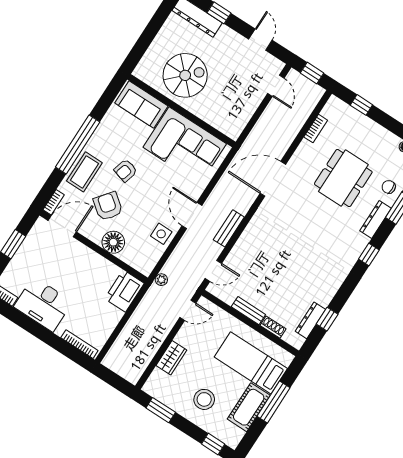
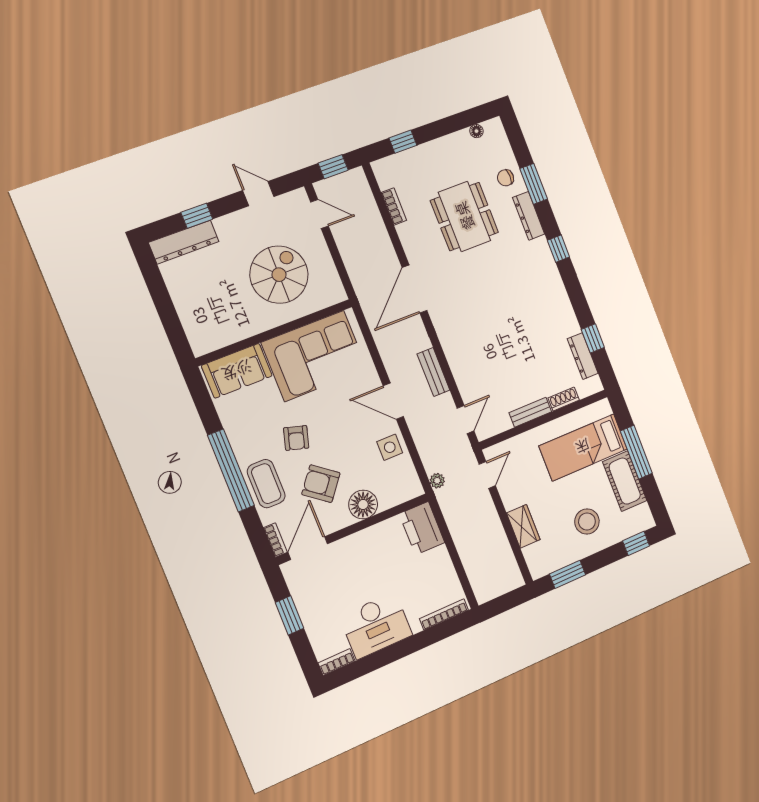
spiral stairs: (185, 75) -> (279, 275), moved

